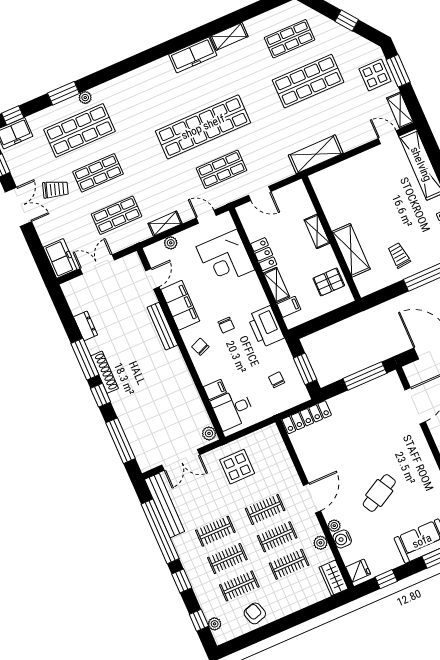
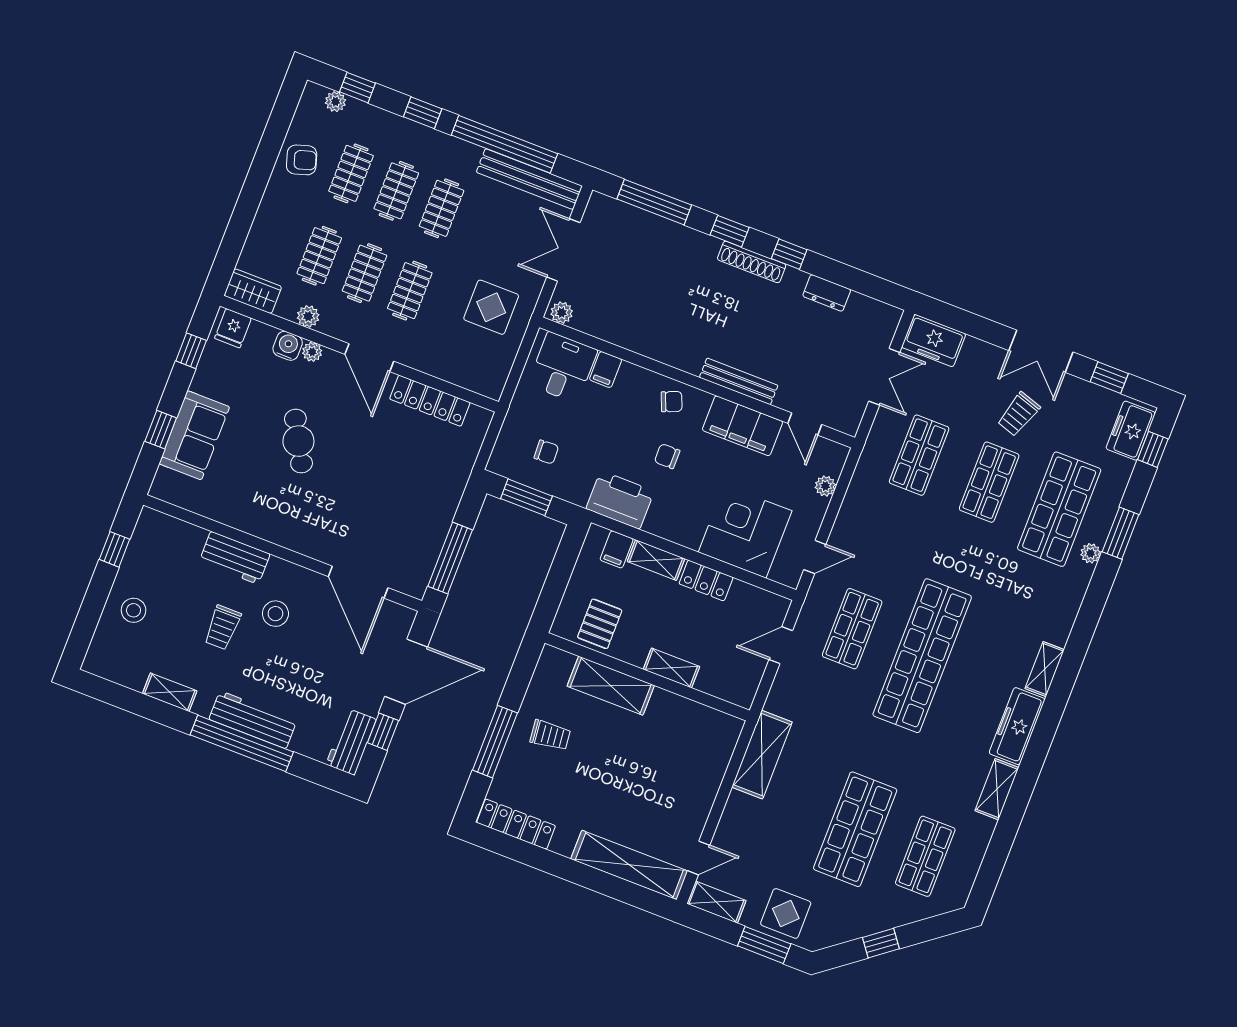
shelving: (165, 224) -> (1045, 669), moved
window: (85, 359) -> (789, 254), width x0.46
locker: (307, 417) -> (430, 401), moved, turned -90

